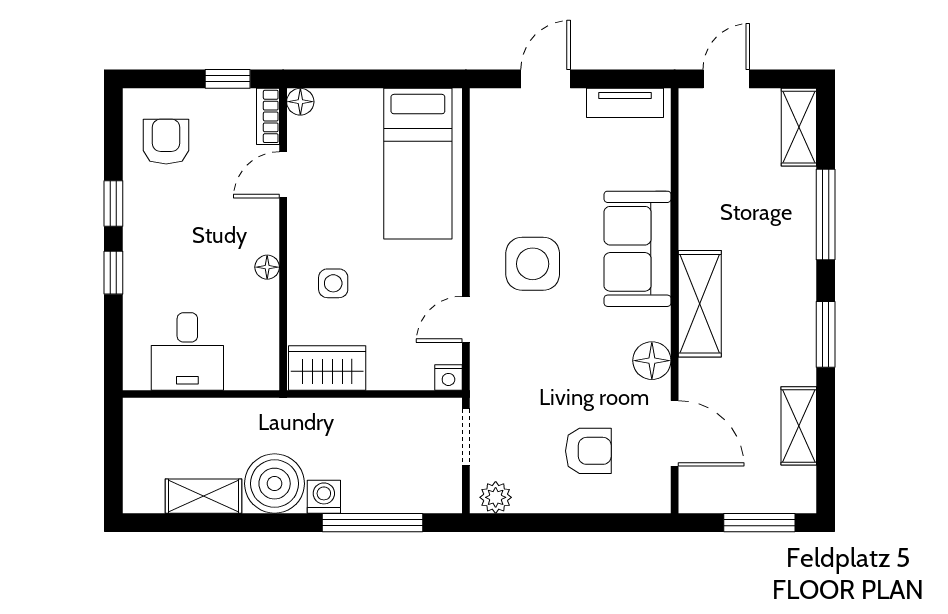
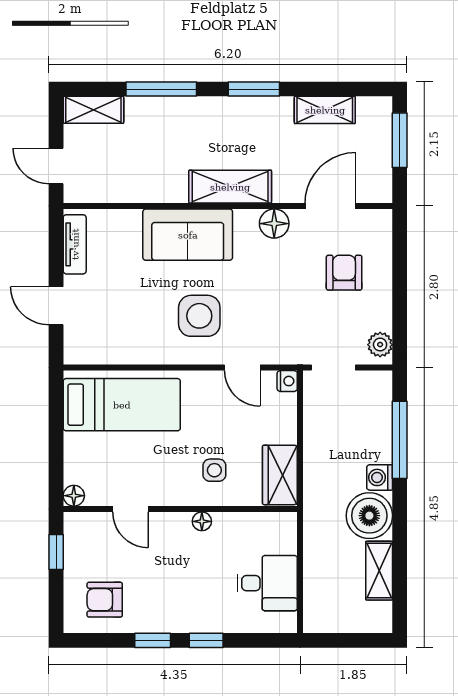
bookcase: (268, 116) -> (85, 521), removed

